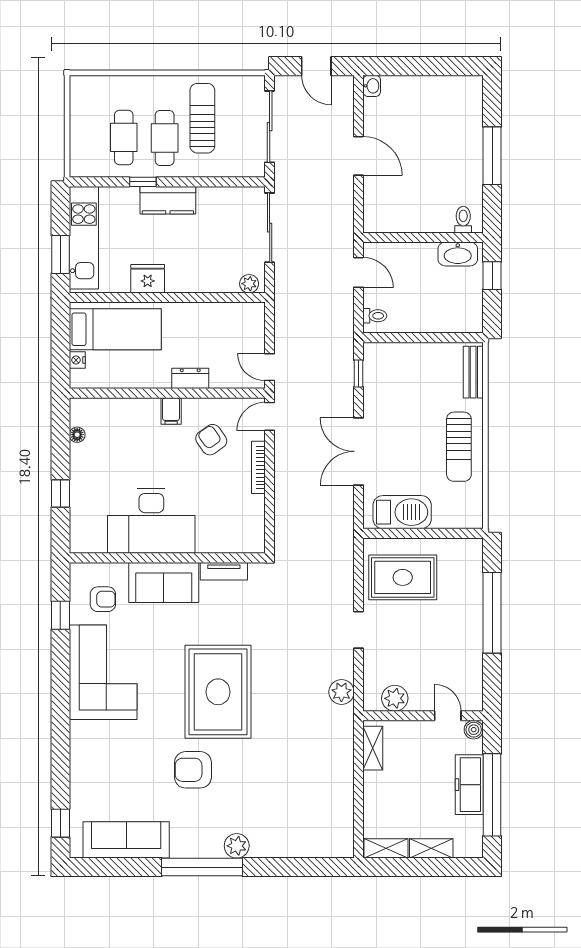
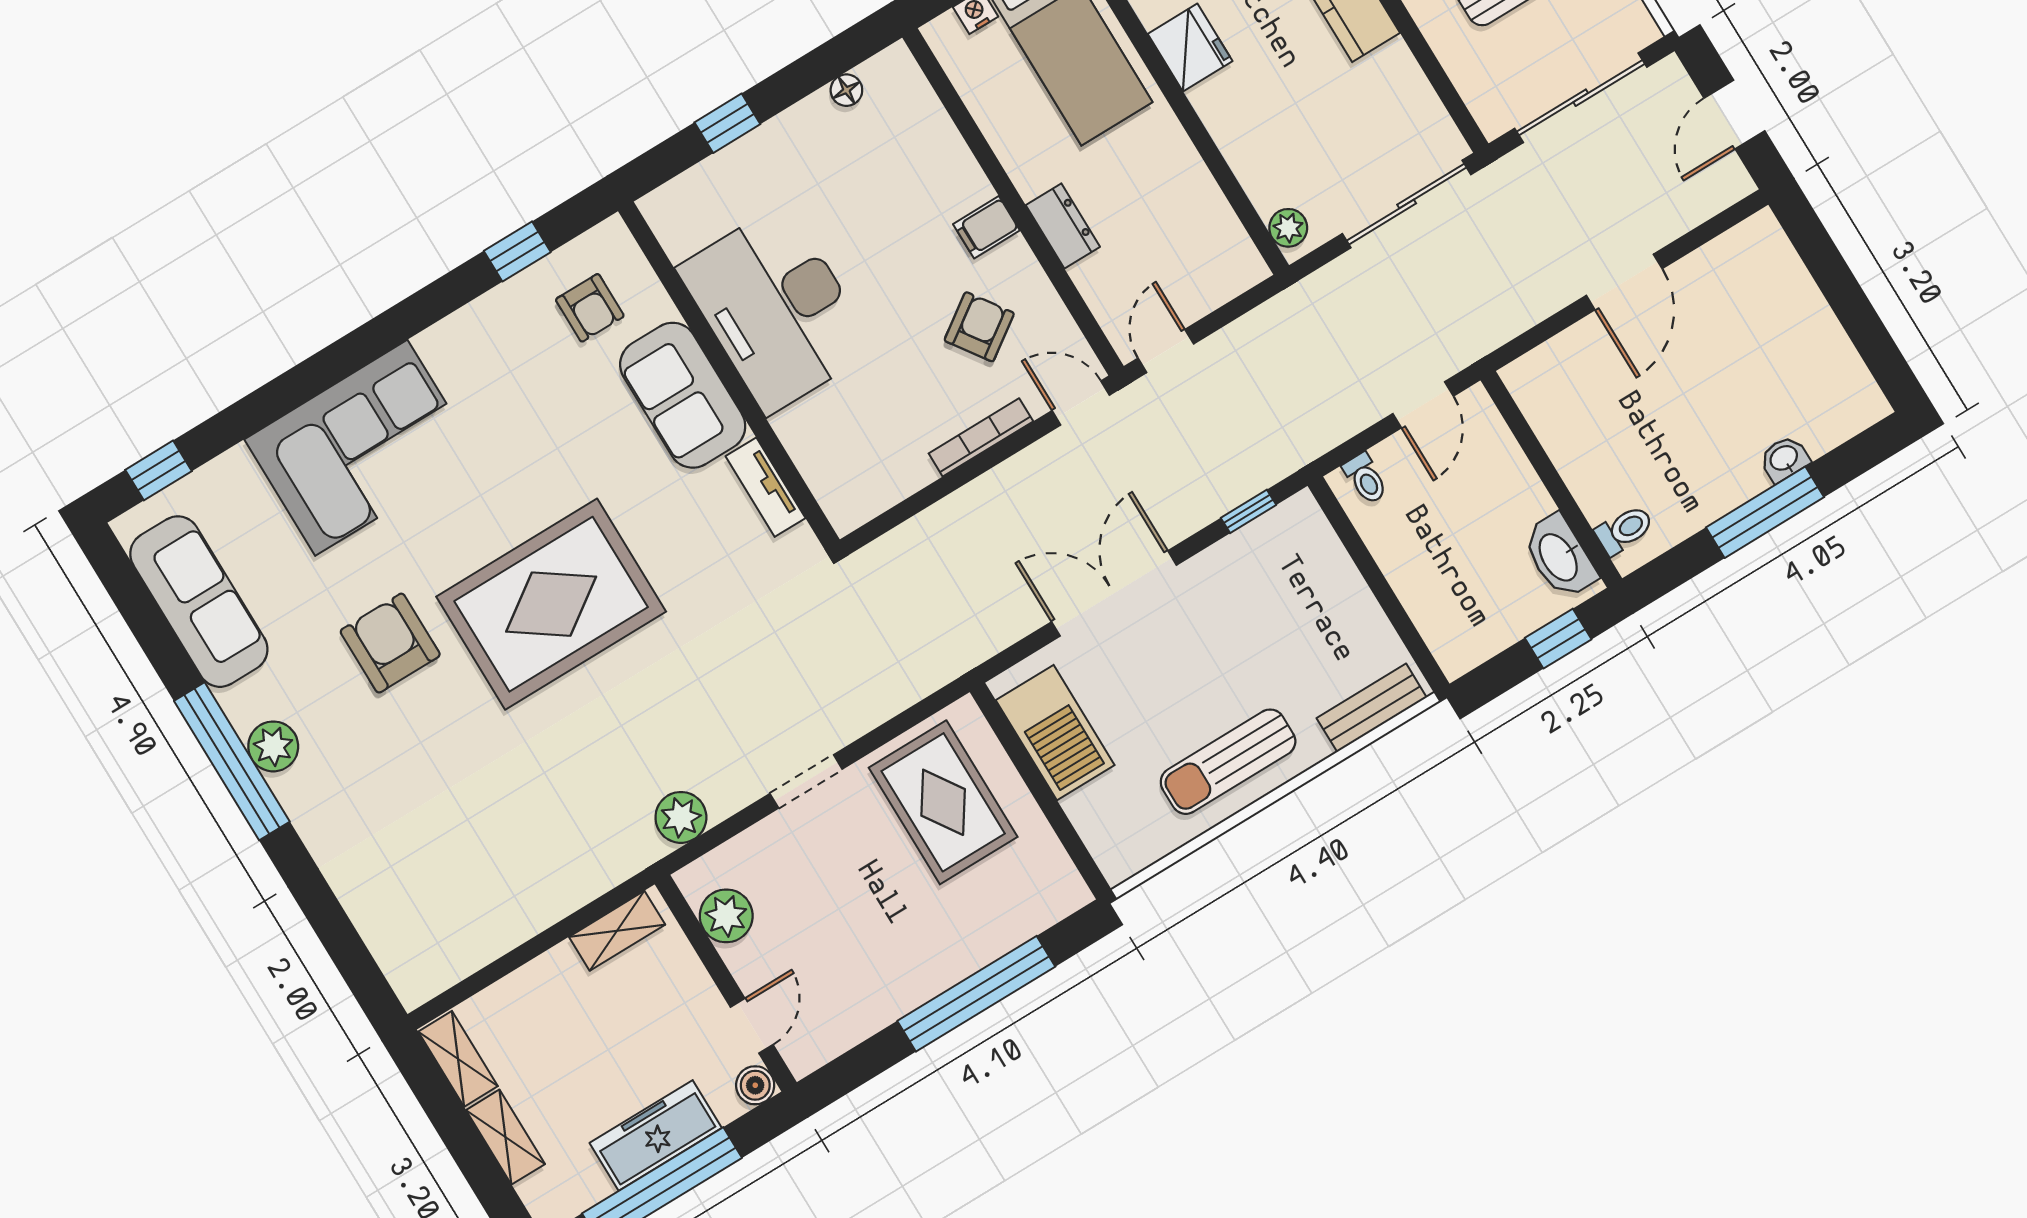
washbasin: (372, 86) -> (1784, 459), moved, turned 180
corner sofa: (103, 672) -> (361, 448), moved
plant: (237, 846) -> (273, 746), moved

